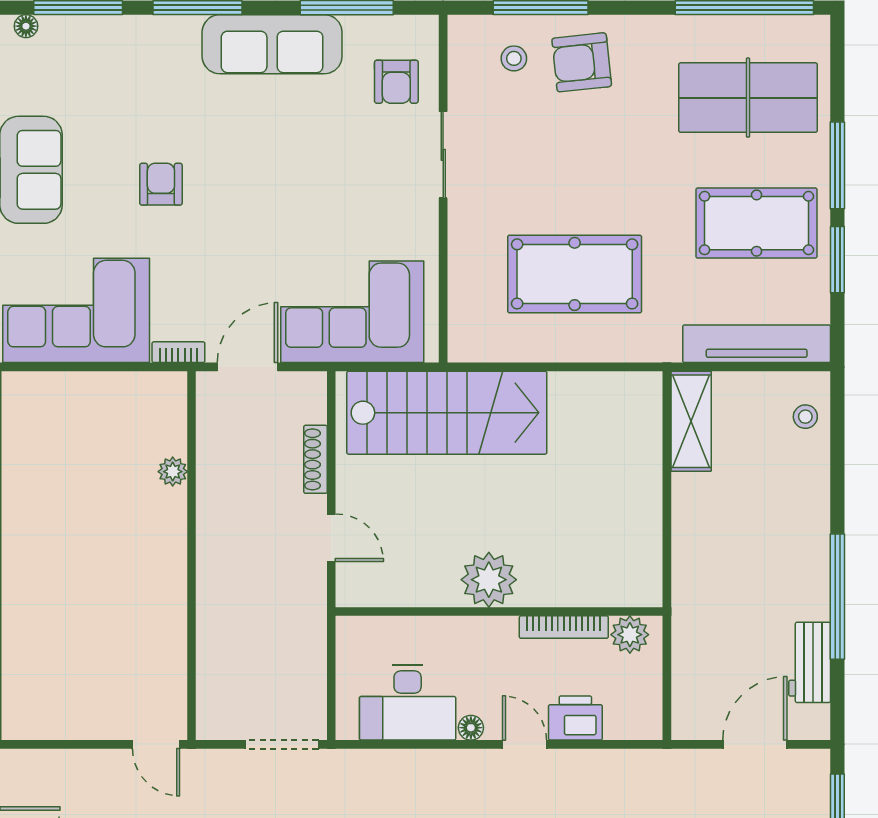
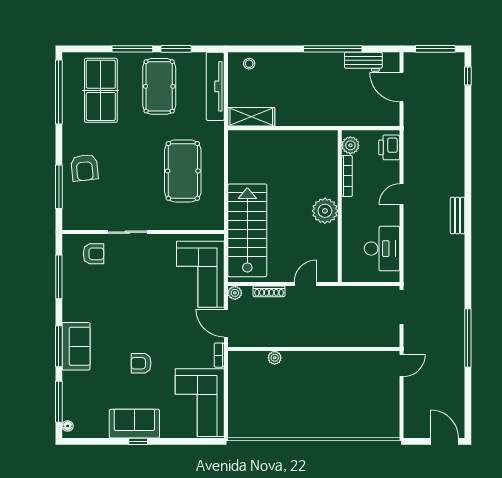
sofa: (272, 44) -> (76, 346), moved, width x0.73
stool: (514, 58) -> (83, 199), removed
plant: (312, 386) -> (235, 293), added
printer: (575, 718) -> (389, 147), moved
floor lamp: (471, 728) -> (394, 219), removed

